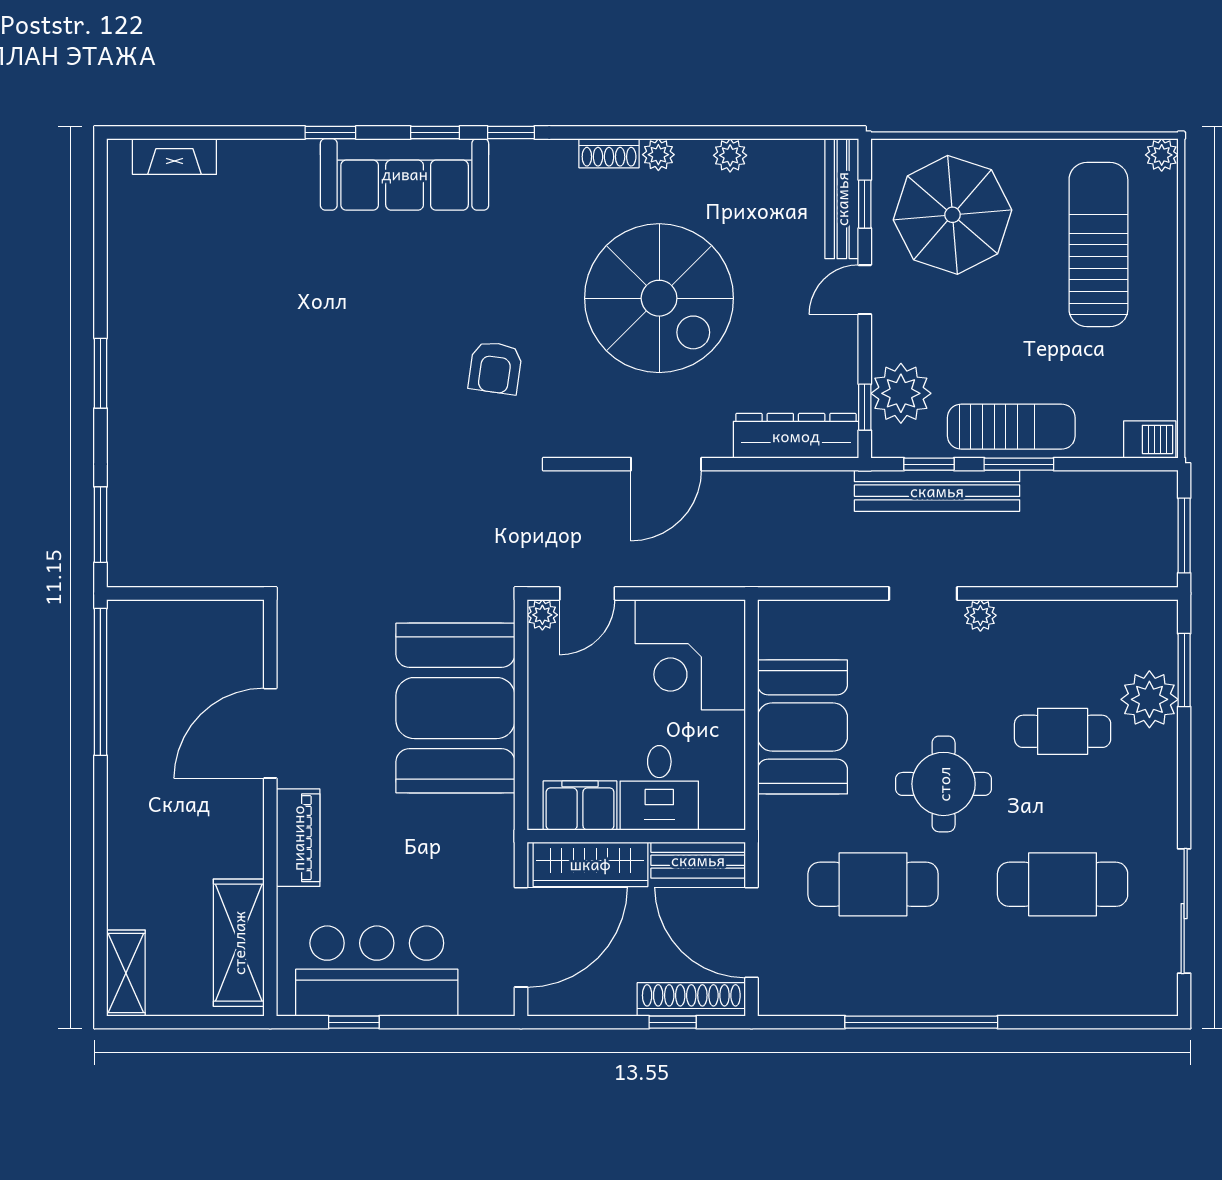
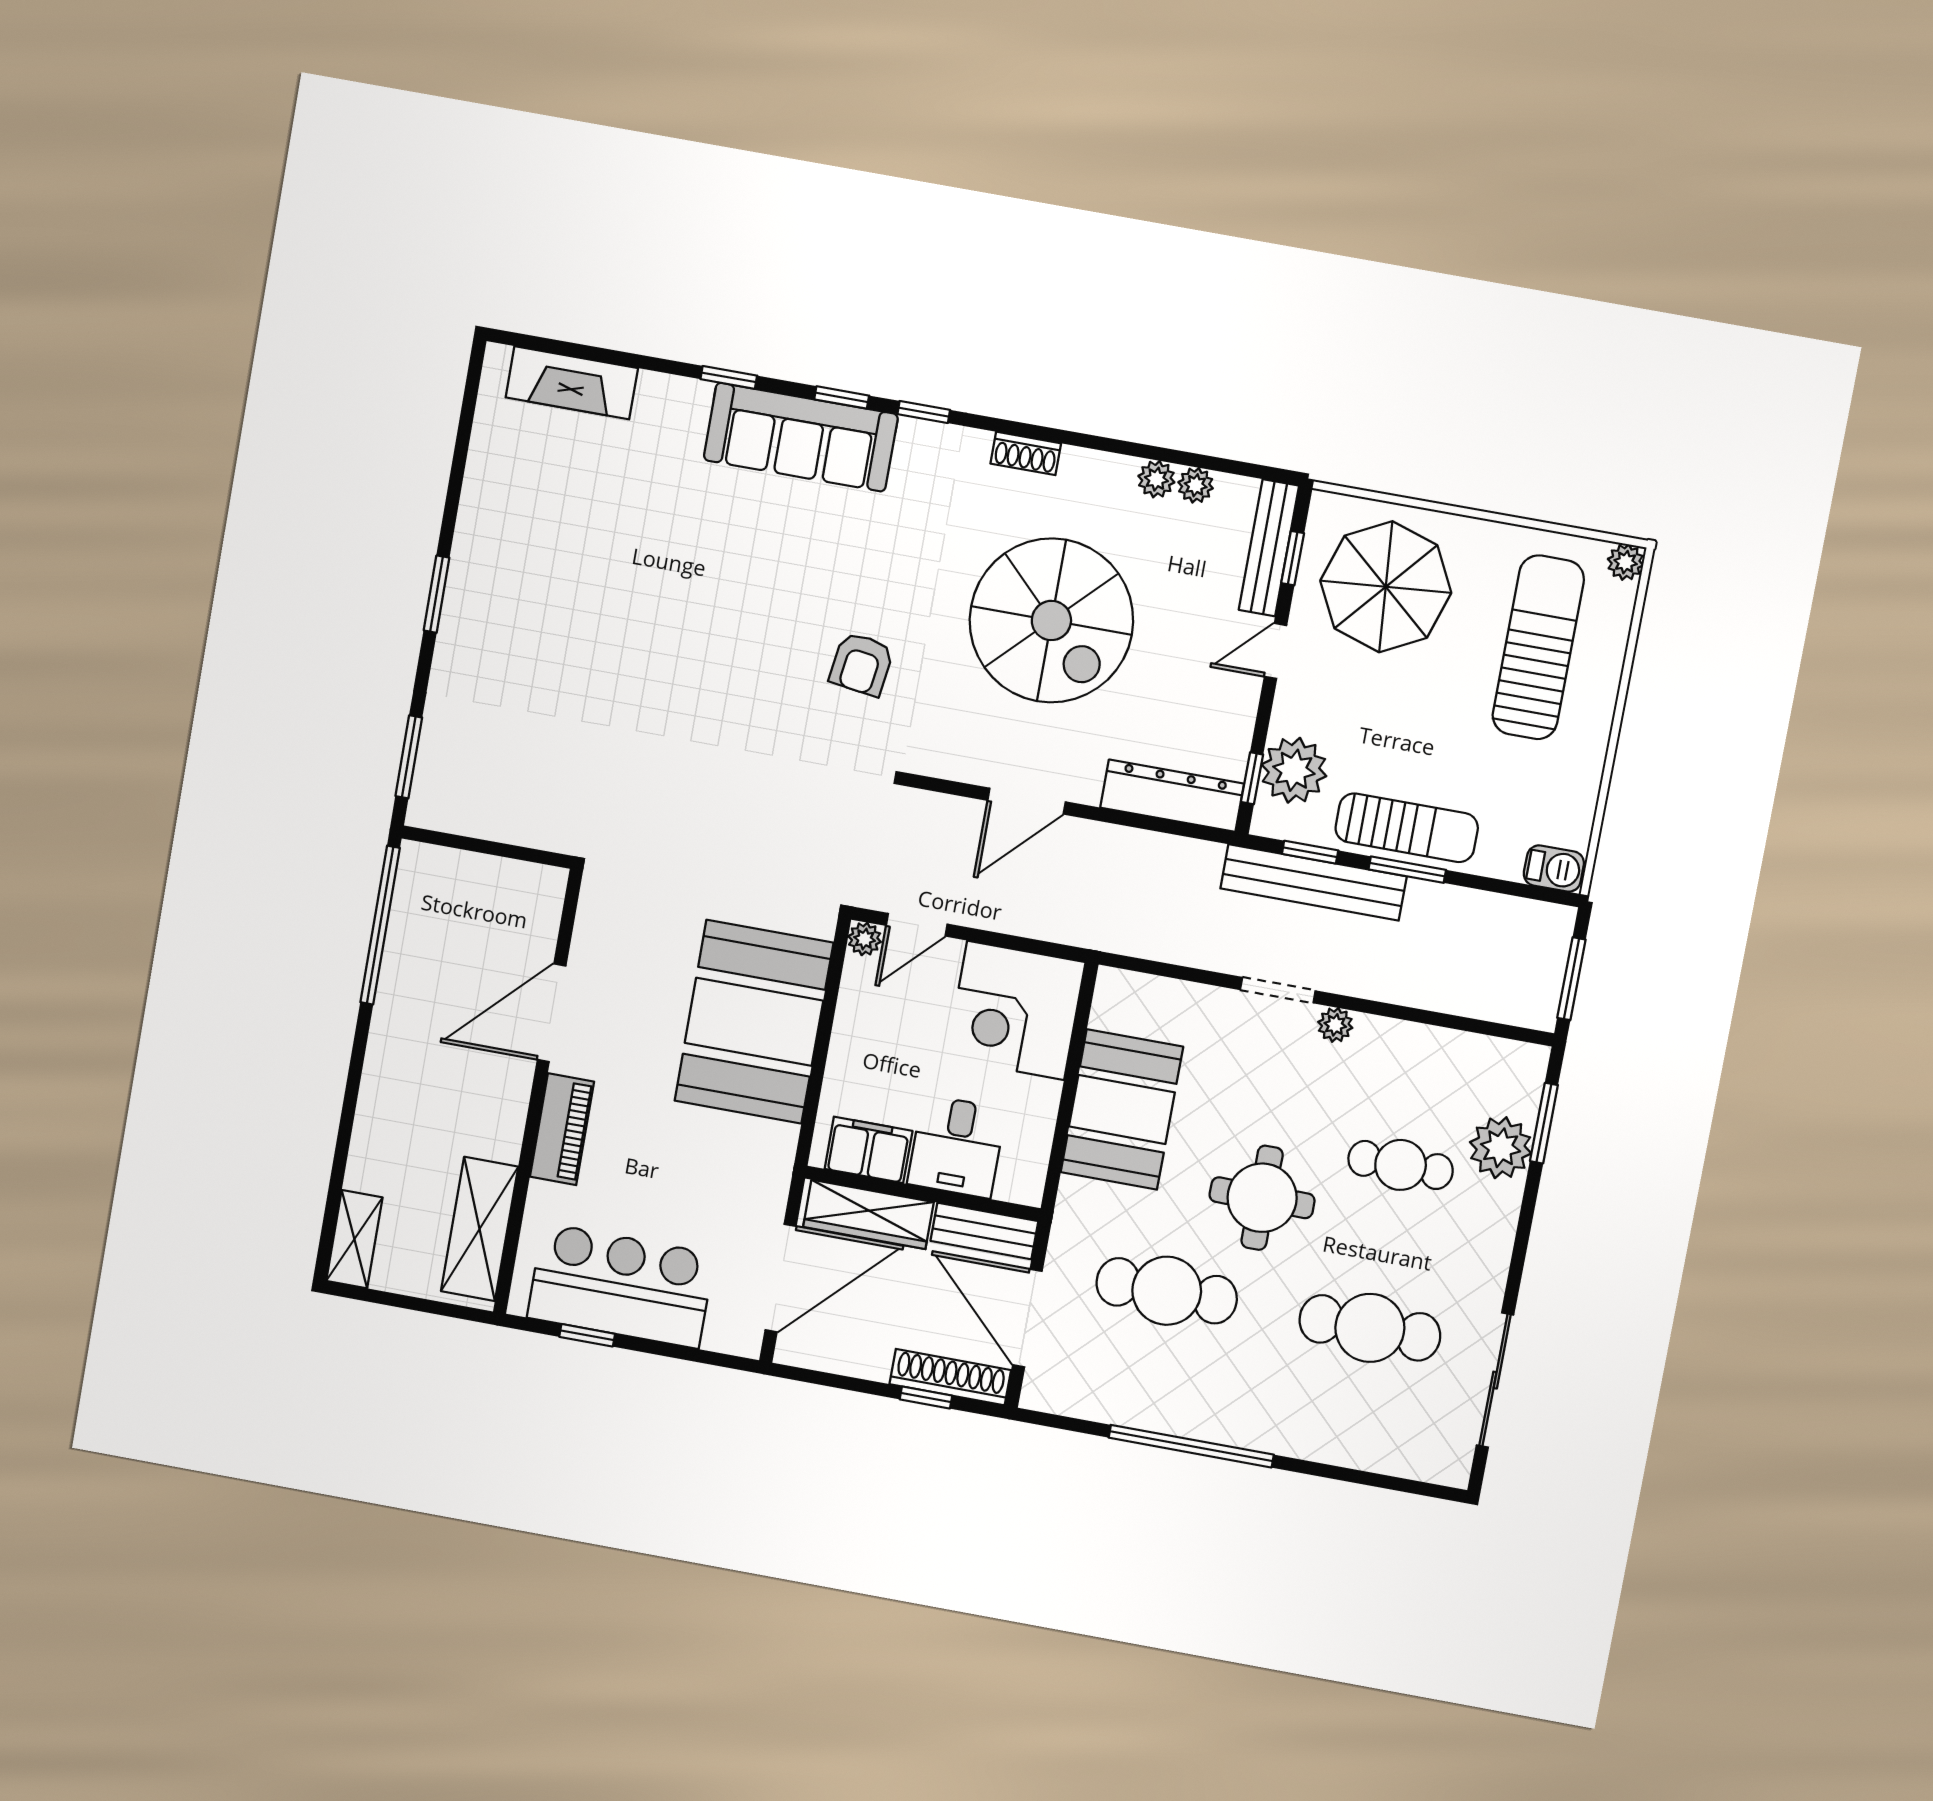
plant: (658, 155) -> (1196, 485), moved
fireplace: (174, 157) -> (572, 383), width x1.37, depth x1.32

